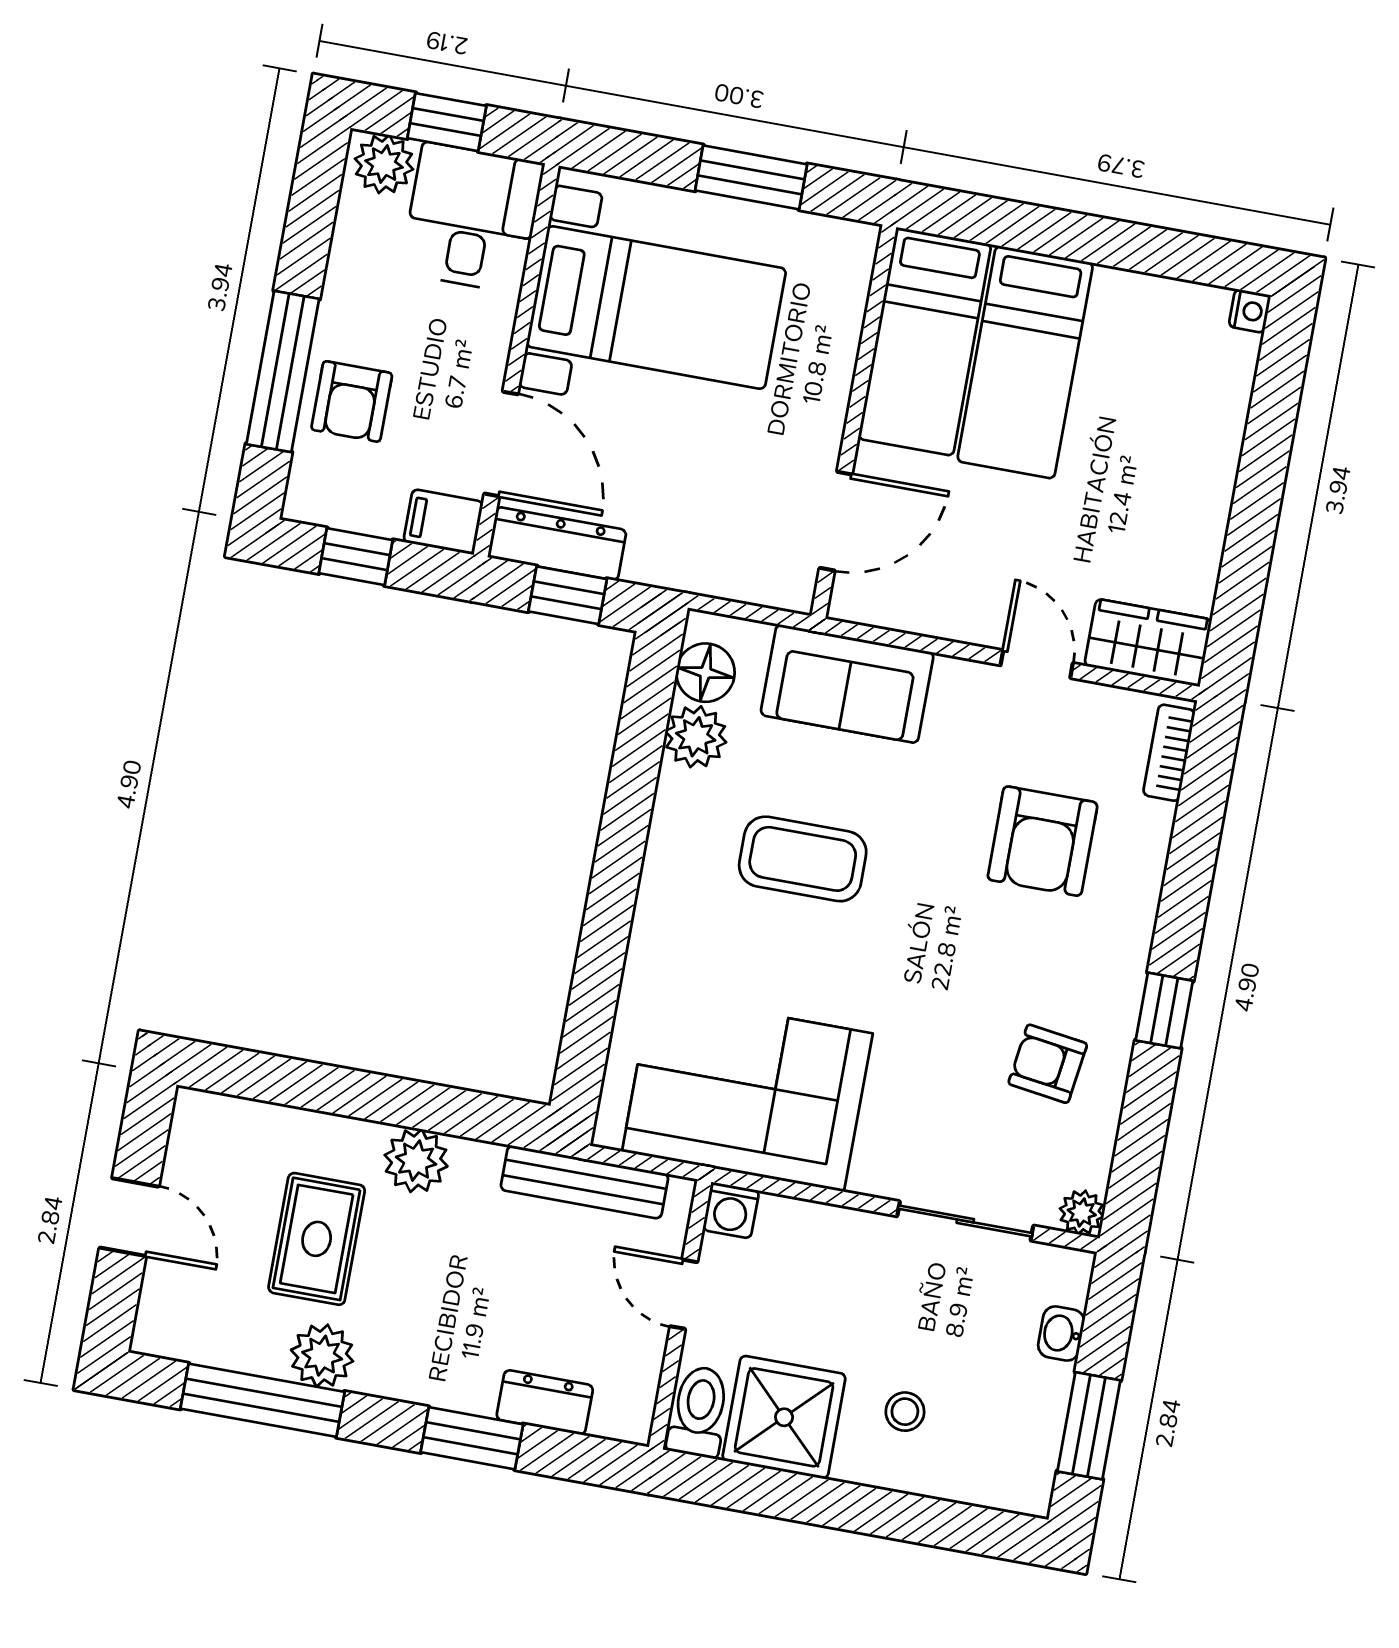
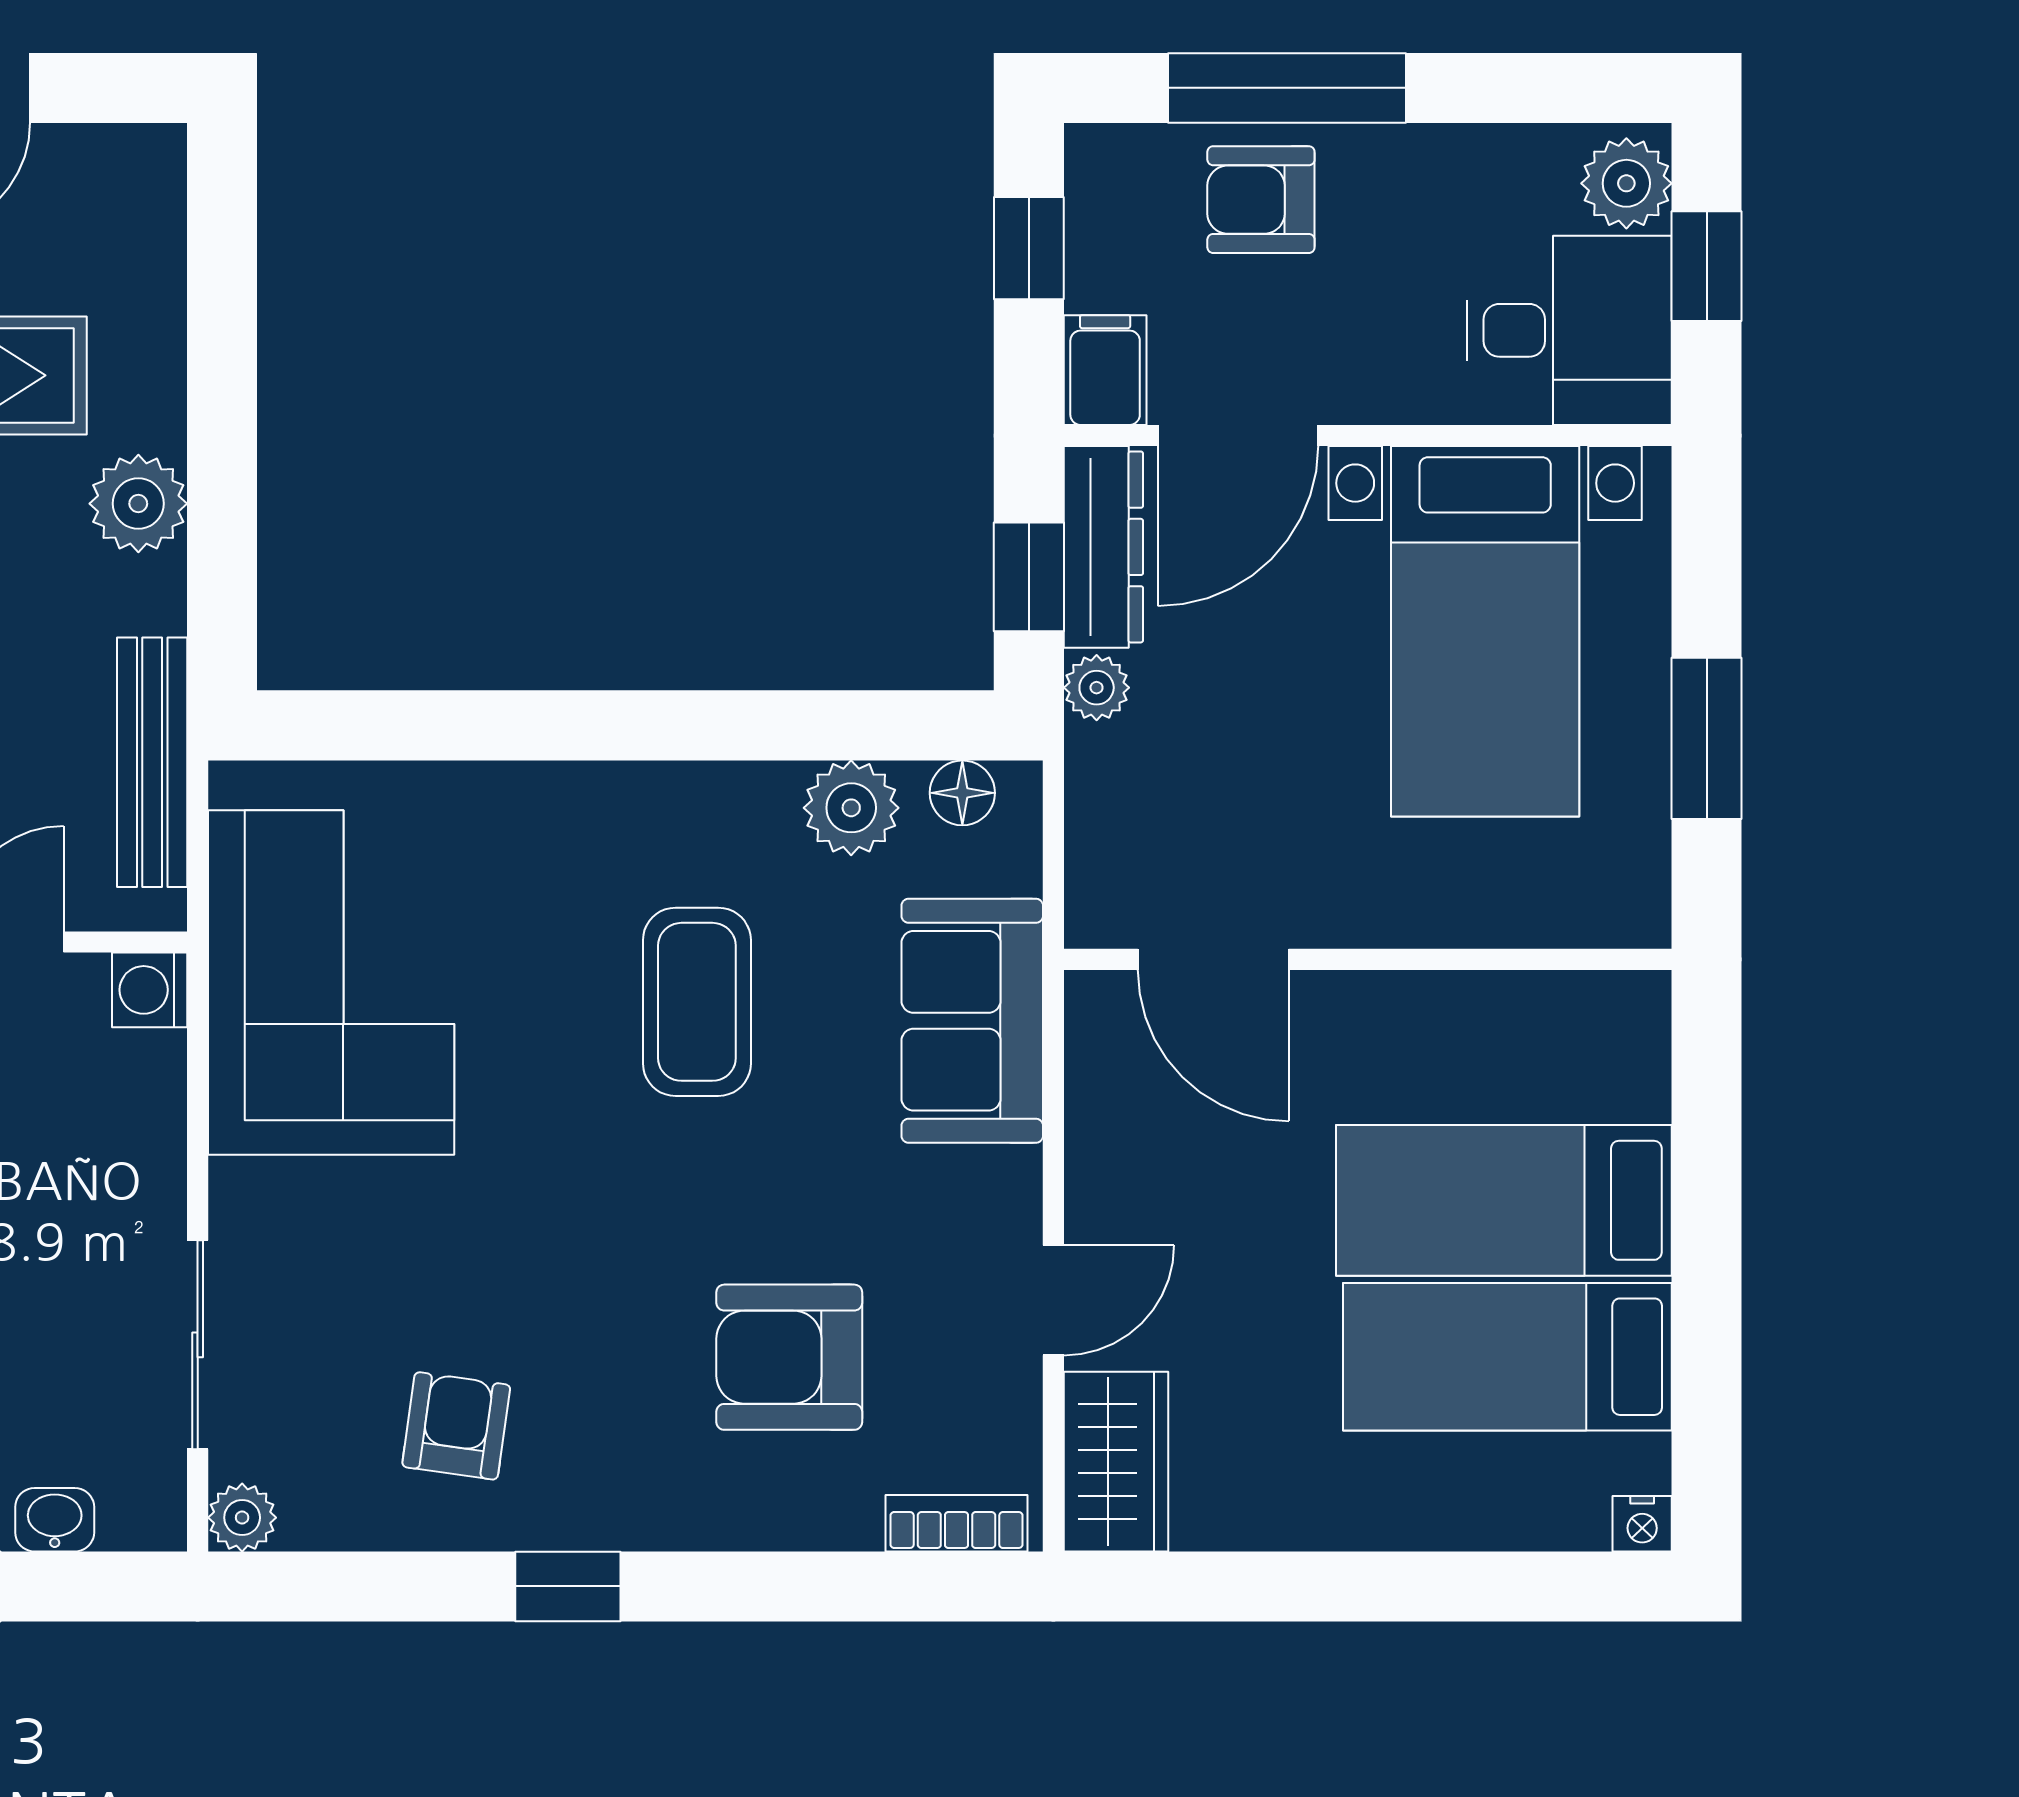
bed: (925, 342) -> (1507, 1357), moved
plant: (647, 565) -> (1097, 688), added
floor lamp: (705, 673) -> (962, 793), width x0.73, depth x0.73

